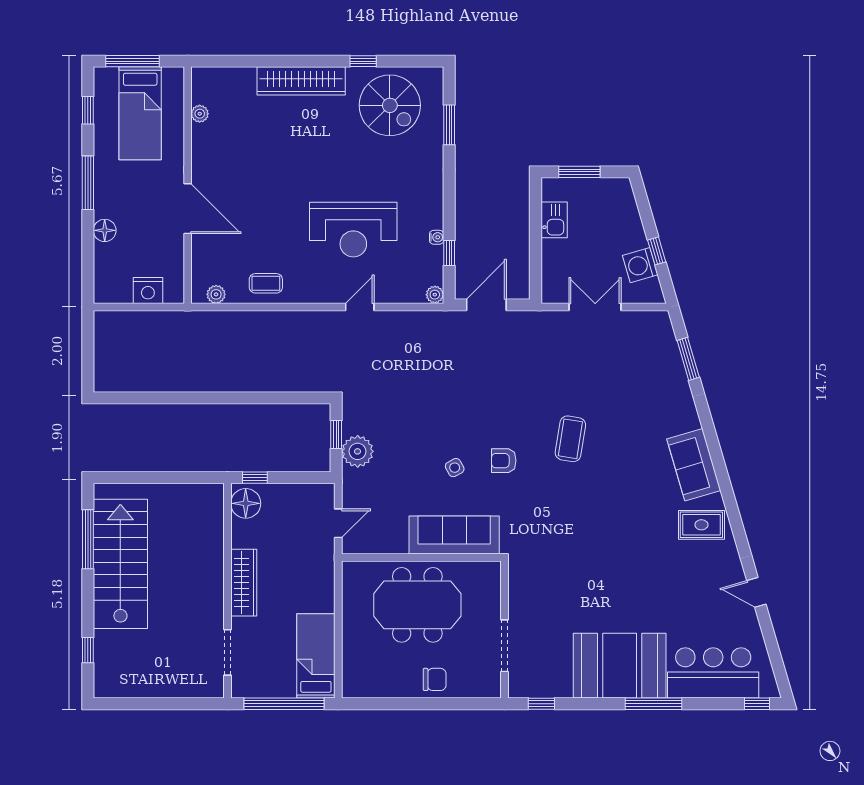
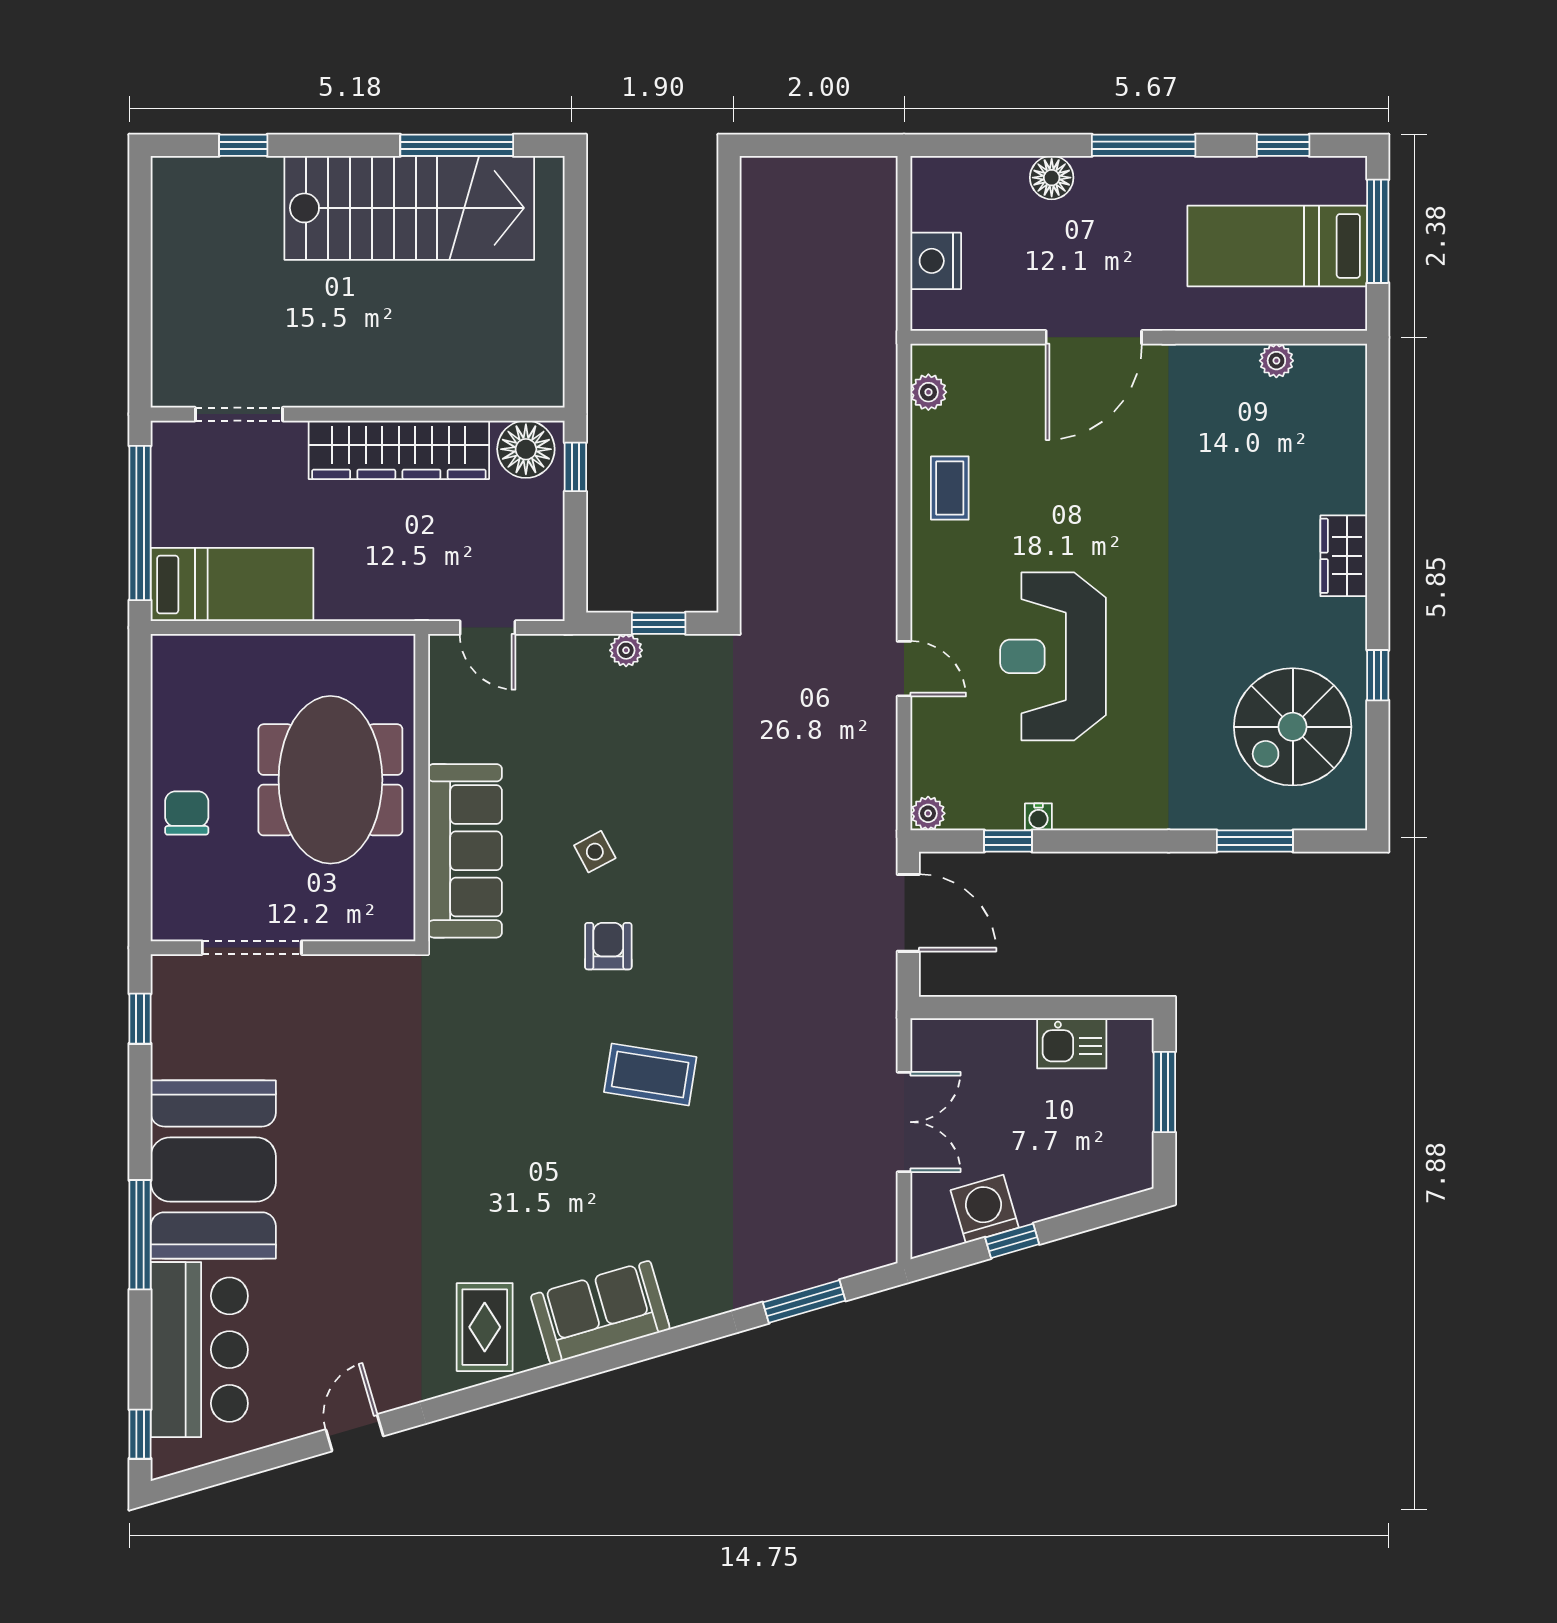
wardrobe: (301, 81) -> (1344, 556), width x0.48, depth x0.85
plant: (358, 451) -> (626, 650), width x0.53, depth x0.53
wardrobe: (244, 583) -> (399, 450), width x1.40, depth x1.17
chair: (435, 679) -> (187, 813), turned 180

